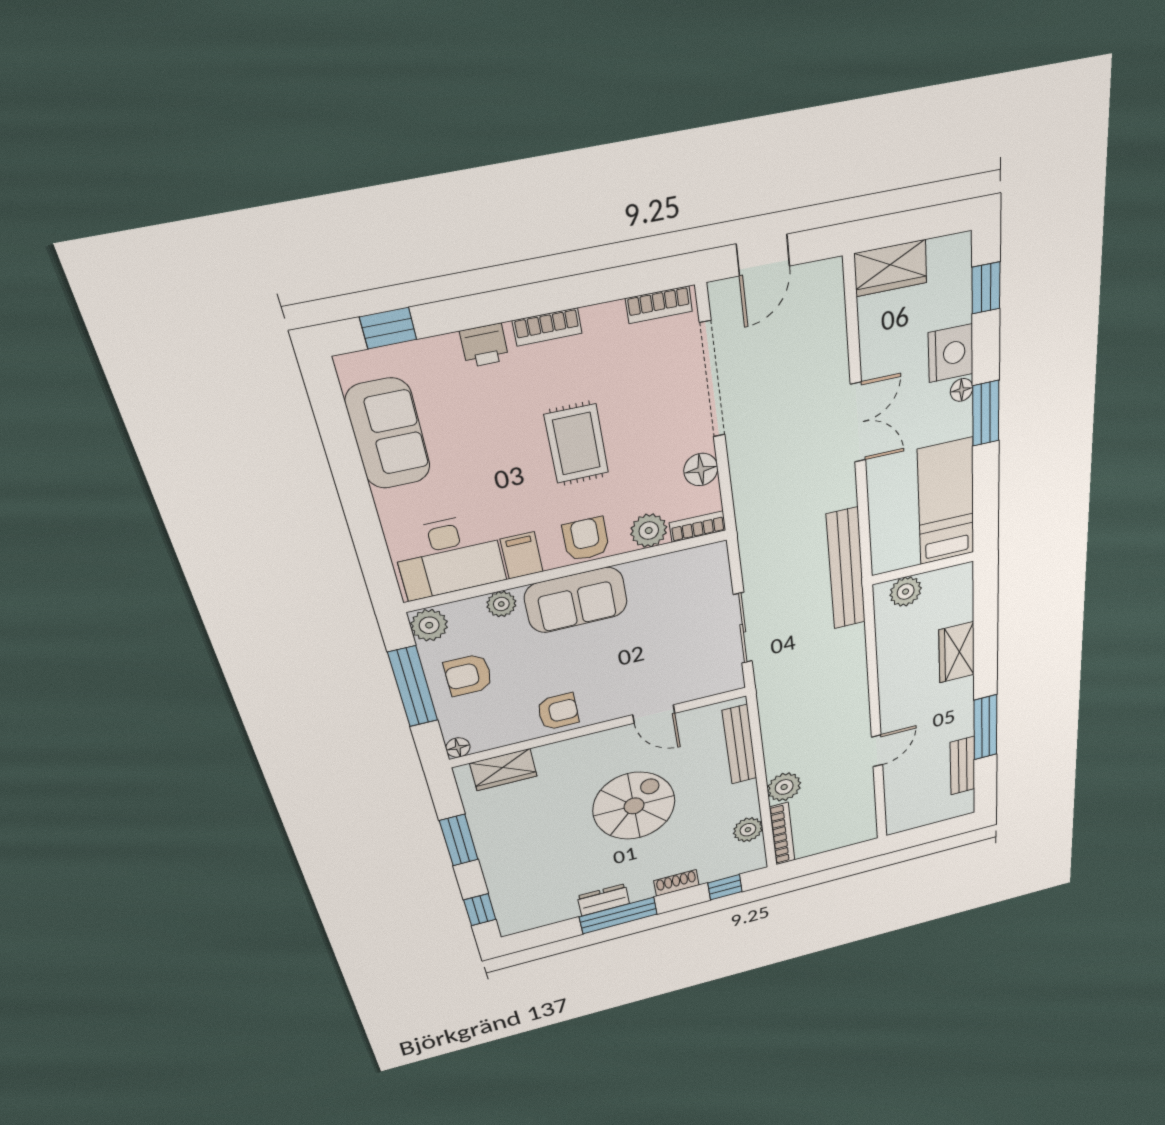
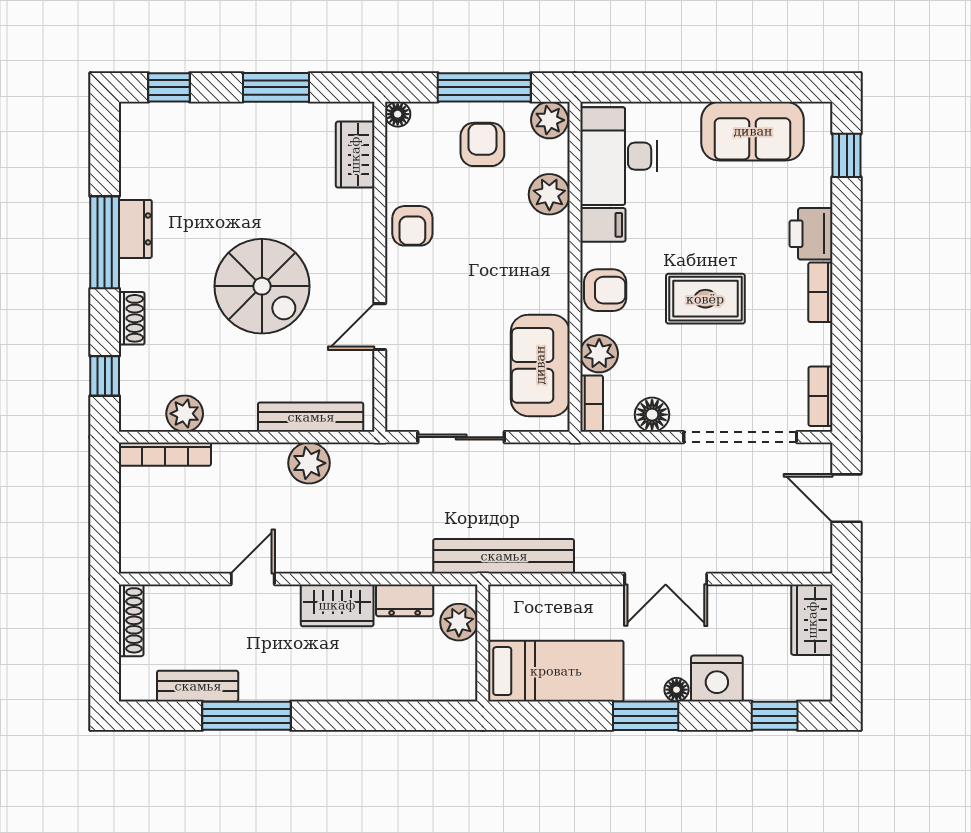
printer: (484, 345) -> (811, 234), width x1.36, depth x1.24
sofa: (576, 600) -> (540, 365), moved
plant: (501, 604) -> (549, 194), width x1.38, depth x1.38
dresser: (889, 638) -> (405, 600), added
wardrobe: (957, 652) -> (337, 605), moved, turned 180
door: (877, 751) -> (253, 579), swing flipped
plant: (784, 787) -> (309, 463), moved
shoe rack: (913, 821) -> (131, 620), added

